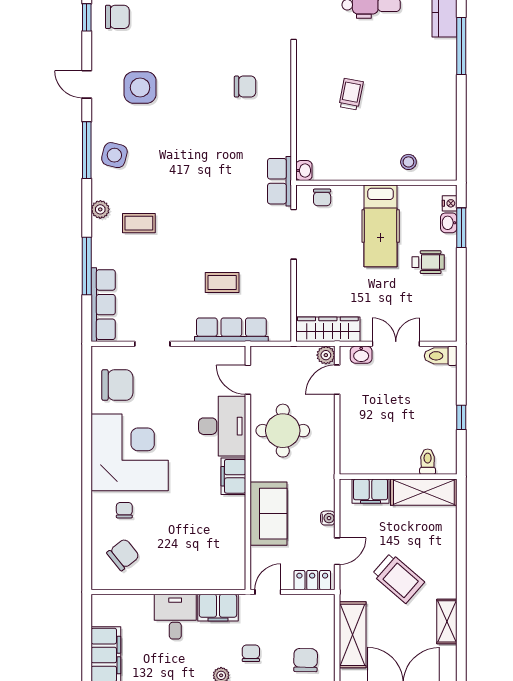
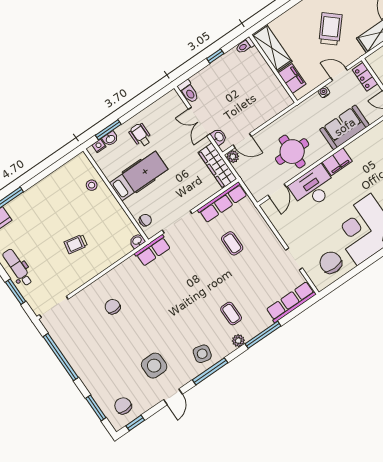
window: (87, 266) -> (263, 335), moved
row of seats: (231, 330) -> (222, 202), moved, turned -90
toilet: (428, 462) -> (245, 46), moved

